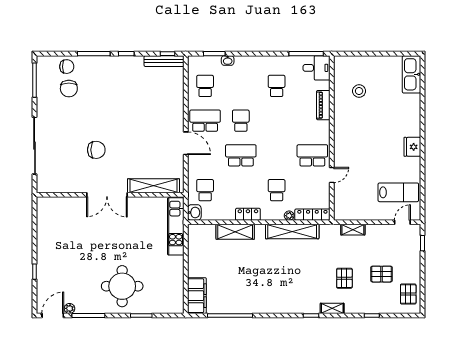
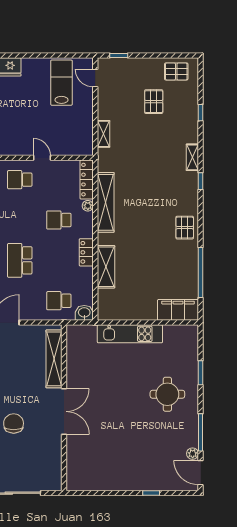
school desk: (312, 155) -> (20, 180), width x0.54
kitchen unit: (176, 226) -> (130, 334), moved
pallet: (344, 278) -> (185, 228), moved, turned 90
round table: (122, 286) -> (167, 394), width x0.73, depth x0.73

